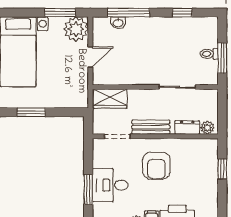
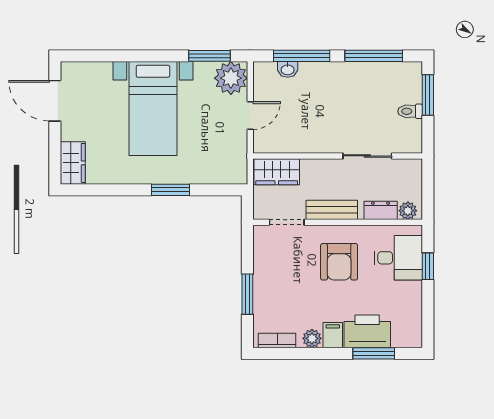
window: (182, 13) -> (374, 56), width x2.17
window: (222, 58) -> (428, 95), moved
desk: (110, 185) -> (398, 258), moved, turned 180

